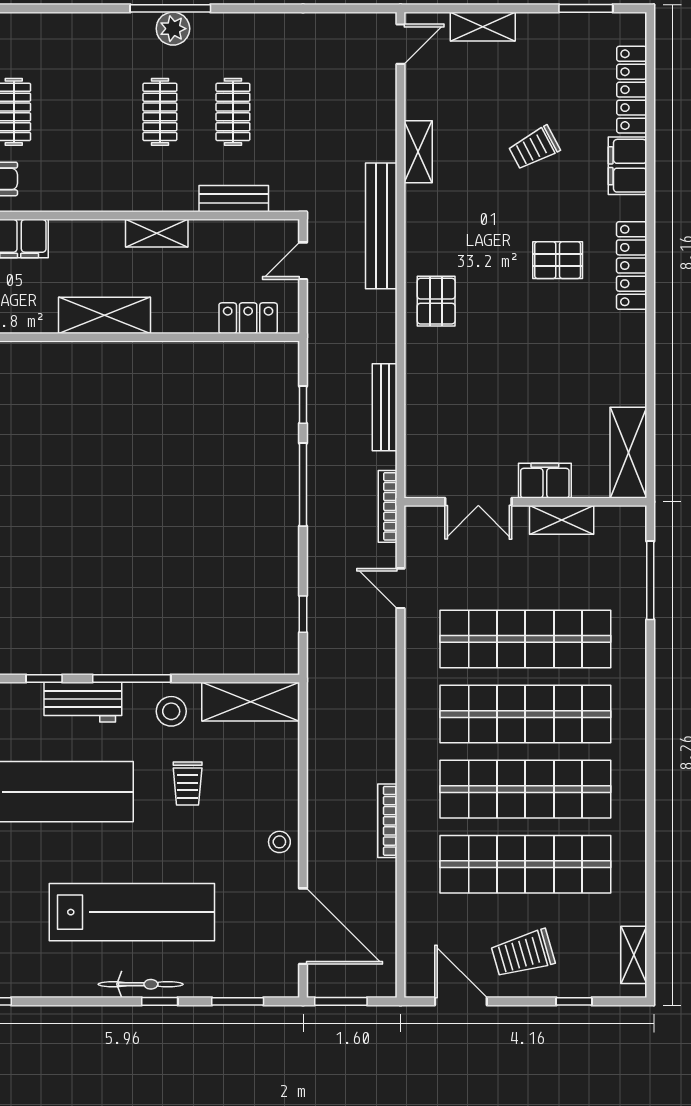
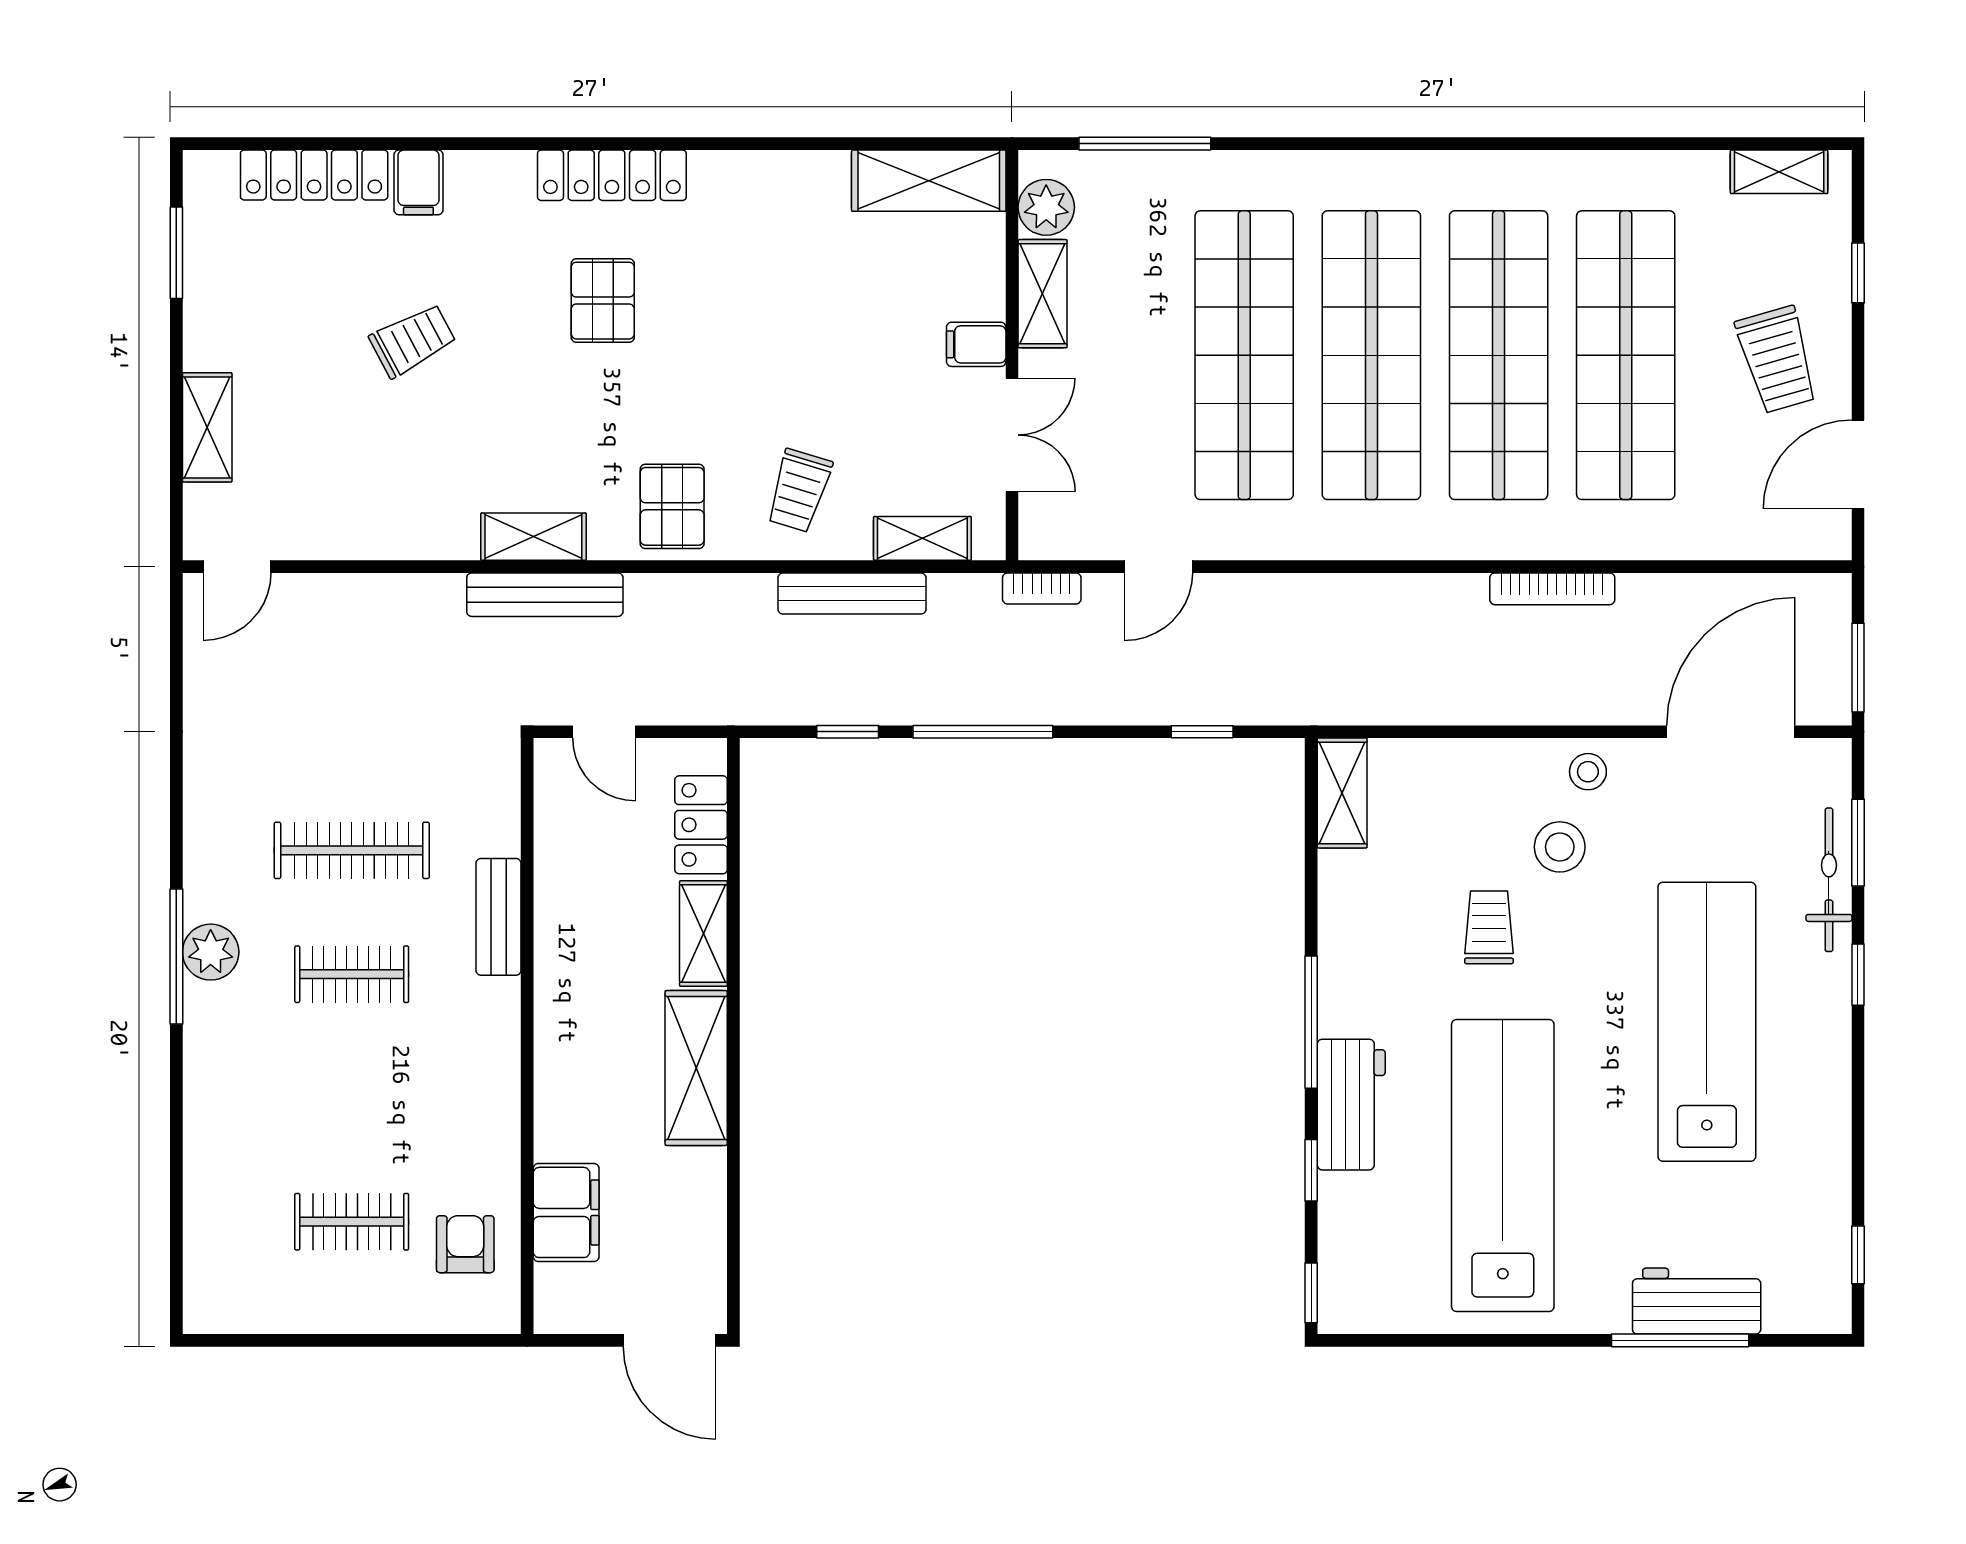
door: (401, 44) -> (237, 567), swing flipped
clothes rail: (233, 112) -> (352, 850), width x1.36
trolley: (534, 148) -> (413, 340), turned -90
shelving: (418, 152) -> (533, 537), moved
filing cabinet: (627, 166) -> (418, 182), width x0.50
bench: (234, 199) -> (499, 917), moved
bench: (381, 226) -> (545, 595), width x0.73, depth x0.82
shelving: (157, 233) -> (703, 934), moved
pallet: (436, 301) -> (672, 506), turned 90
trolley: (445, 376) -> (799, 491), added
shelving: (417, 449) -> (922, 538), added
filing cabinet: (545, 481) -> (976, 344), width x0.50
bookcase: (388, 506) -> (1042, 588), width x0.64
plant: (613, 522) -> (1046, 207), added
shelving: (251, 702) -> (1342, 793), width x0.67, depth x0.75
stool: (171, 711) -> (1560, 847), moved
trolley: (188, 783) -> (1489, 927), turned -90
bicycle: (141, 984) -> (1829, 880), moved

